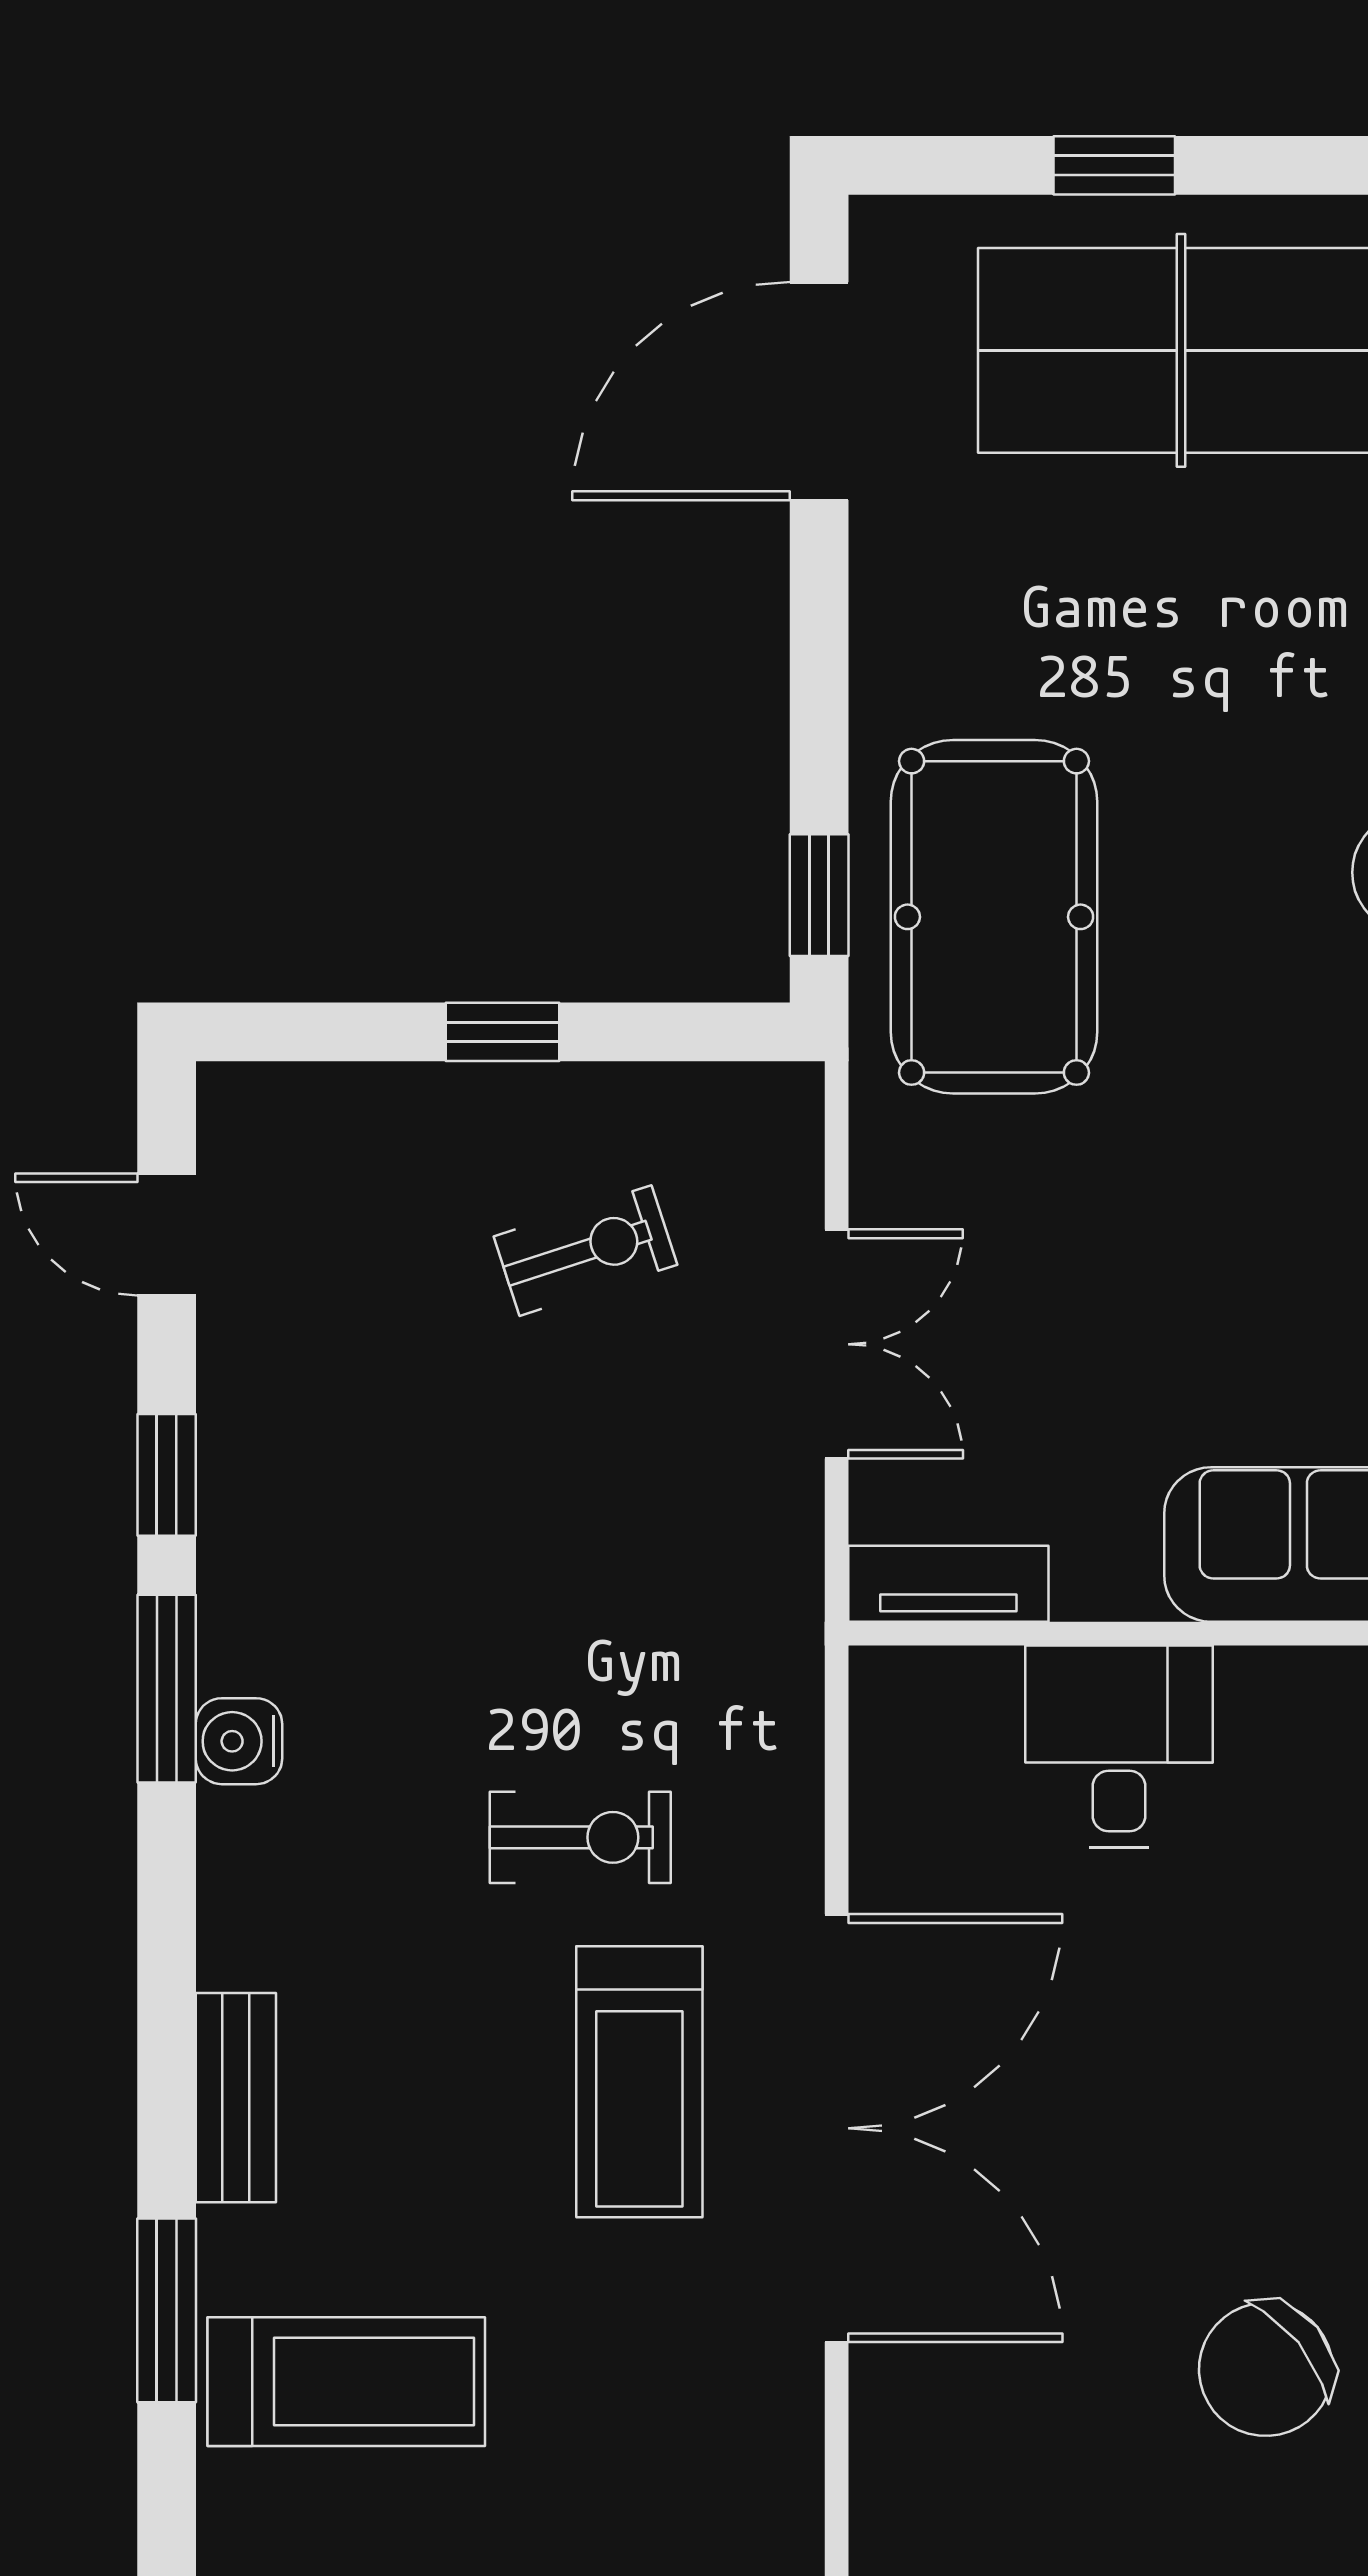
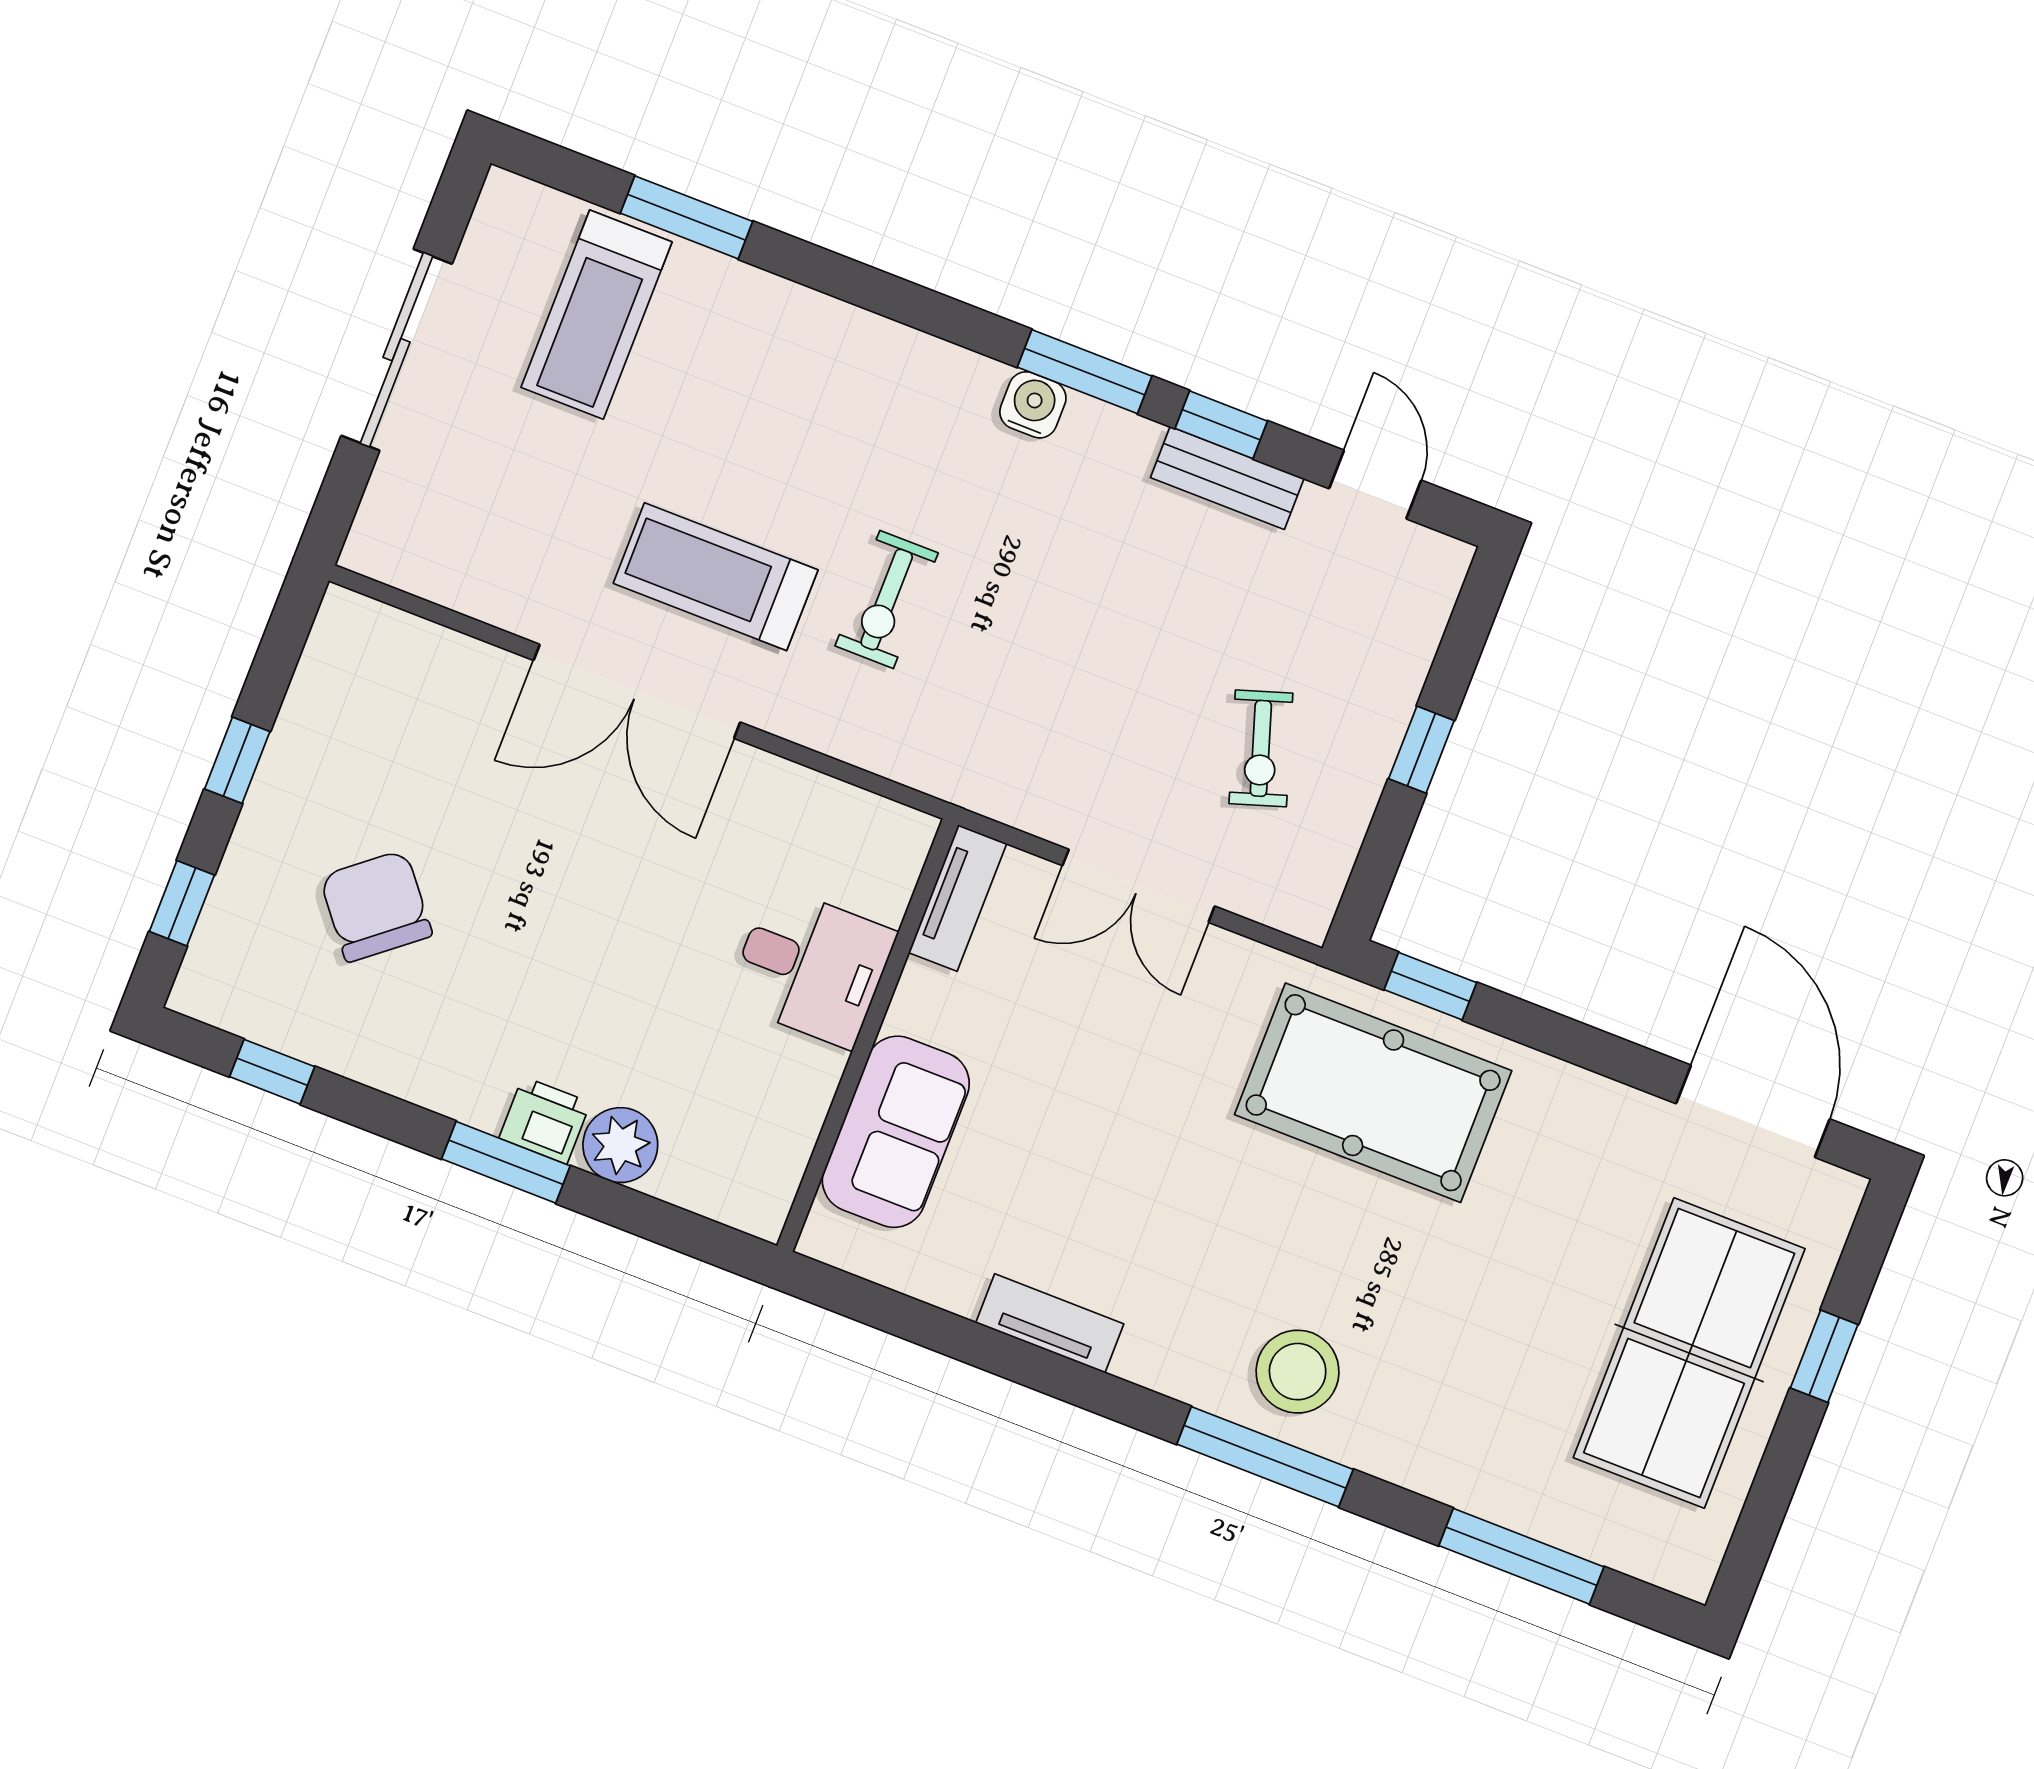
door: (167, 1234) -> (1375, 484), hinge flipped
bench: (236, 2098) -> (1227, 478), moved
double door: (837, 2128) -> (637, 691), width x0.73

